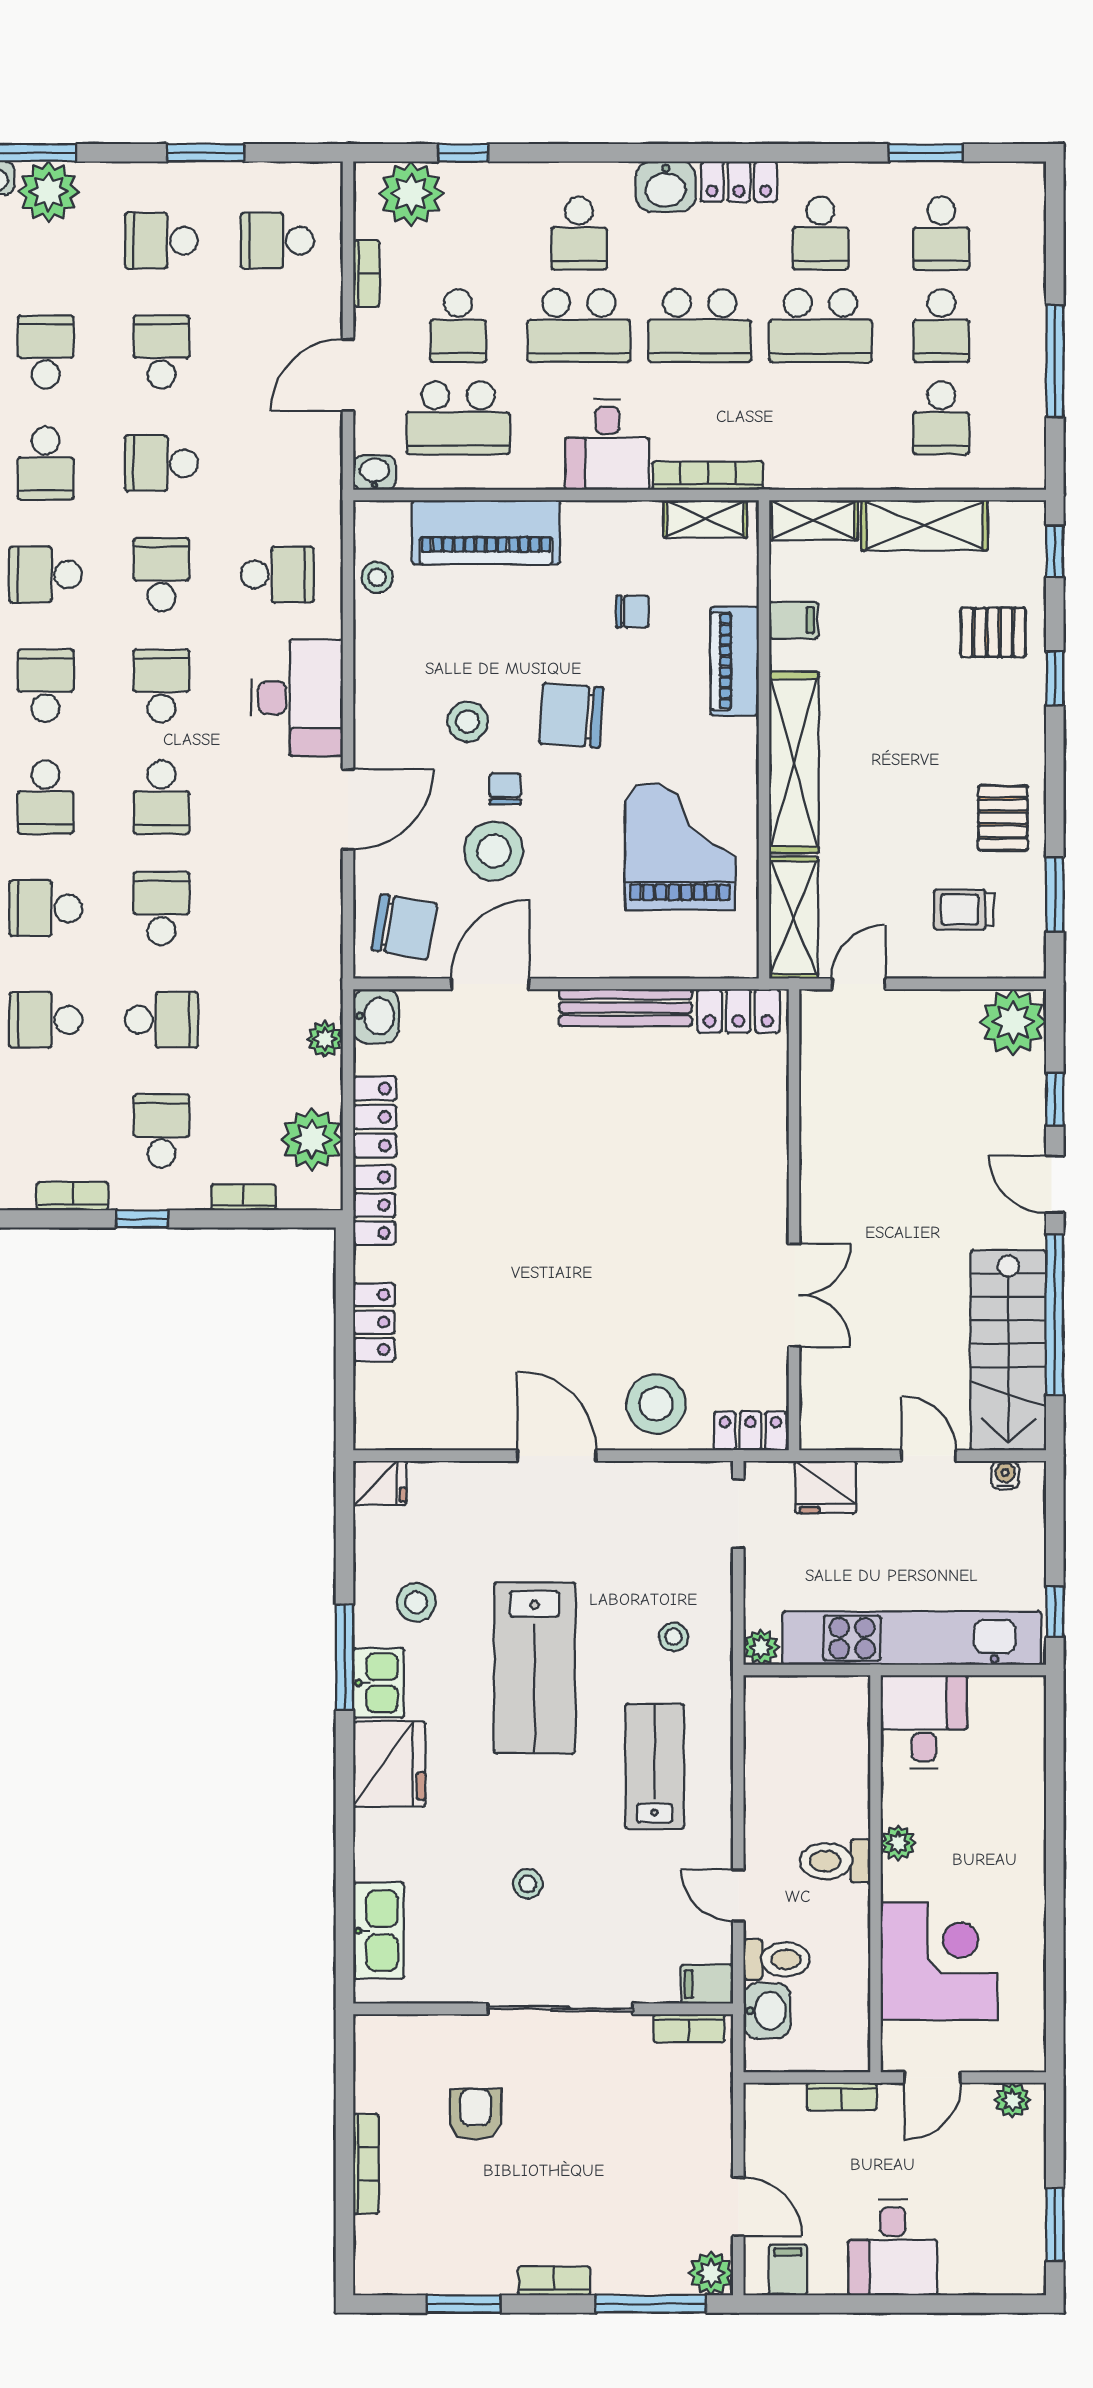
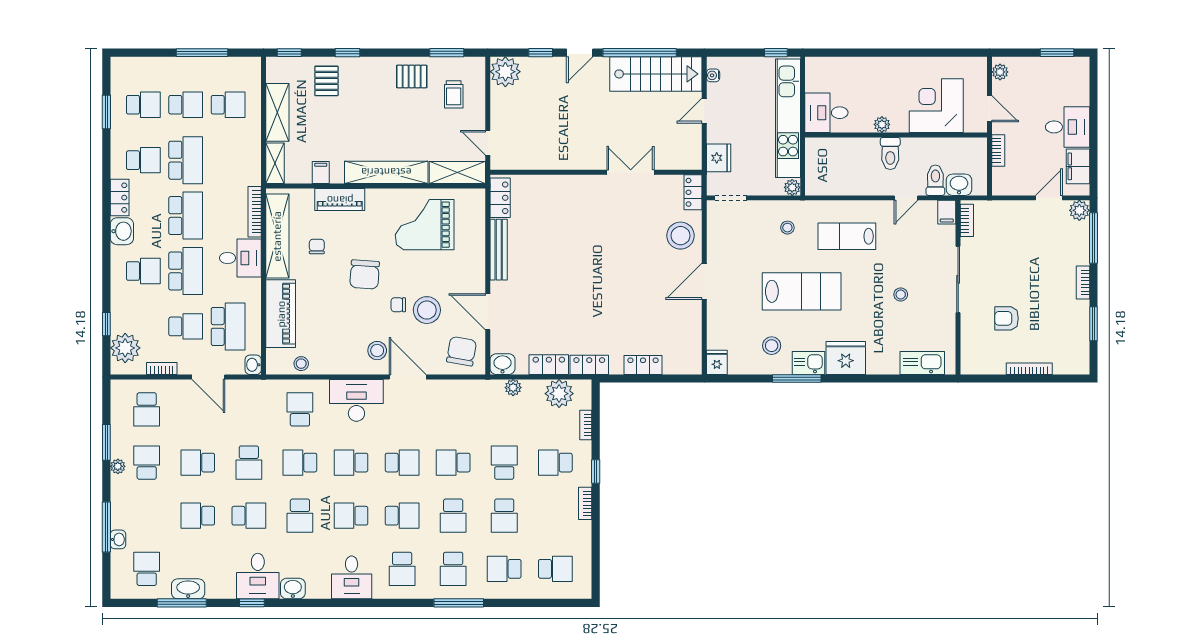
plant: (48, 192) -> (118, 466), moved, width x0.53, depth x0.53
school desk: (161, 241) -> (147, 463), turned 180
shelving: (705, 519) -> (277, 236), width x2.20, depth x1.33
stool: (468, 722) -> (377, 351), moved
filing cabinet: (788, 2270) -> (1078, 166), width x2.00

